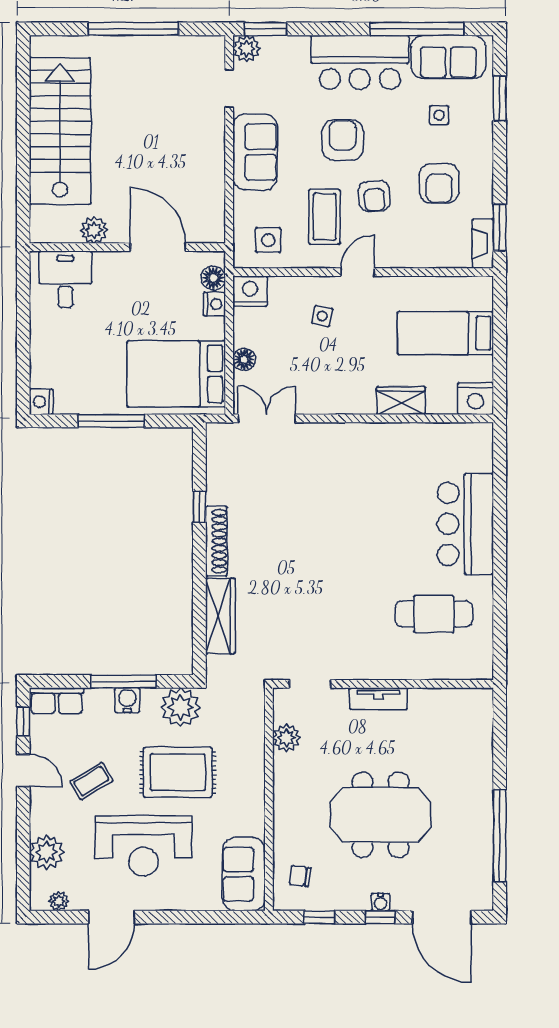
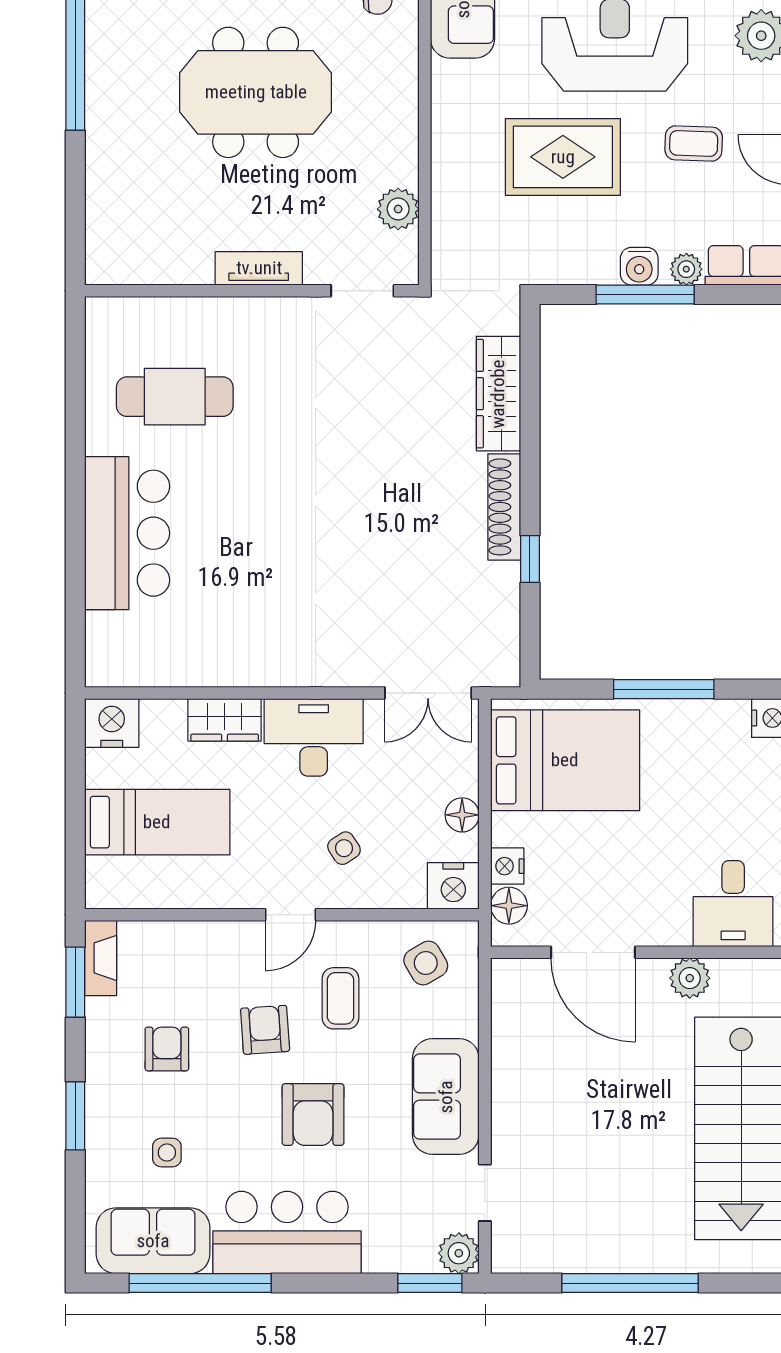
window: (500, 99) -> (75, 1116), moved
armchair: (439, 183) -> (167, 1049), width x0.72, depth x0.72
coffee table: (324, 217) -> (340, 998), width x0.73, depth x0.77
side table: (268, 240) -> (426, 963), turned -30
side table: (322, 316) -> (344, 848), turned 45
floor lamp: (244, 360) -> (462, 815), moved
desk: (342, 389) -> (314, 737), added
plant: (180, 707) -> (686, 269), moved, width x0.53, depth x0.53
coffee table: (91, 781) -> (694, 143), turned 33

